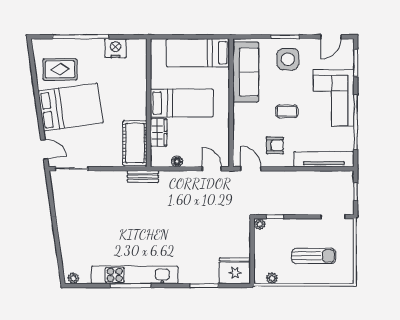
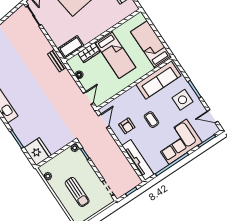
cot: (135, 143) -> (71, 47), width x0.73, depth x0.75

